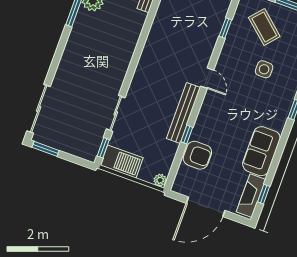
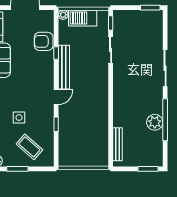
window: (225, 28) -> (56, 124), moved
door: (207, 78) -> (56, 97), swing flipped
sliding door: (39, 109) -> (165, 68), moved
barbecue: (122, 162) -> (83, 18), moved

